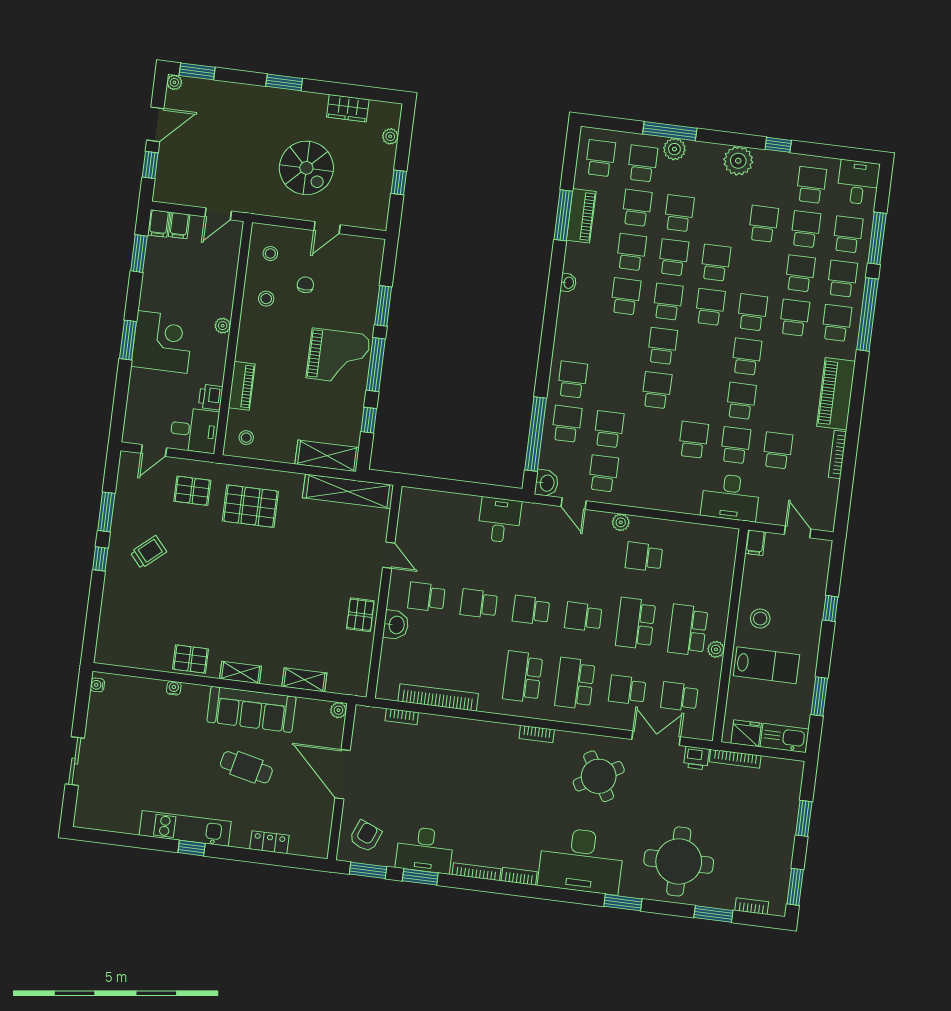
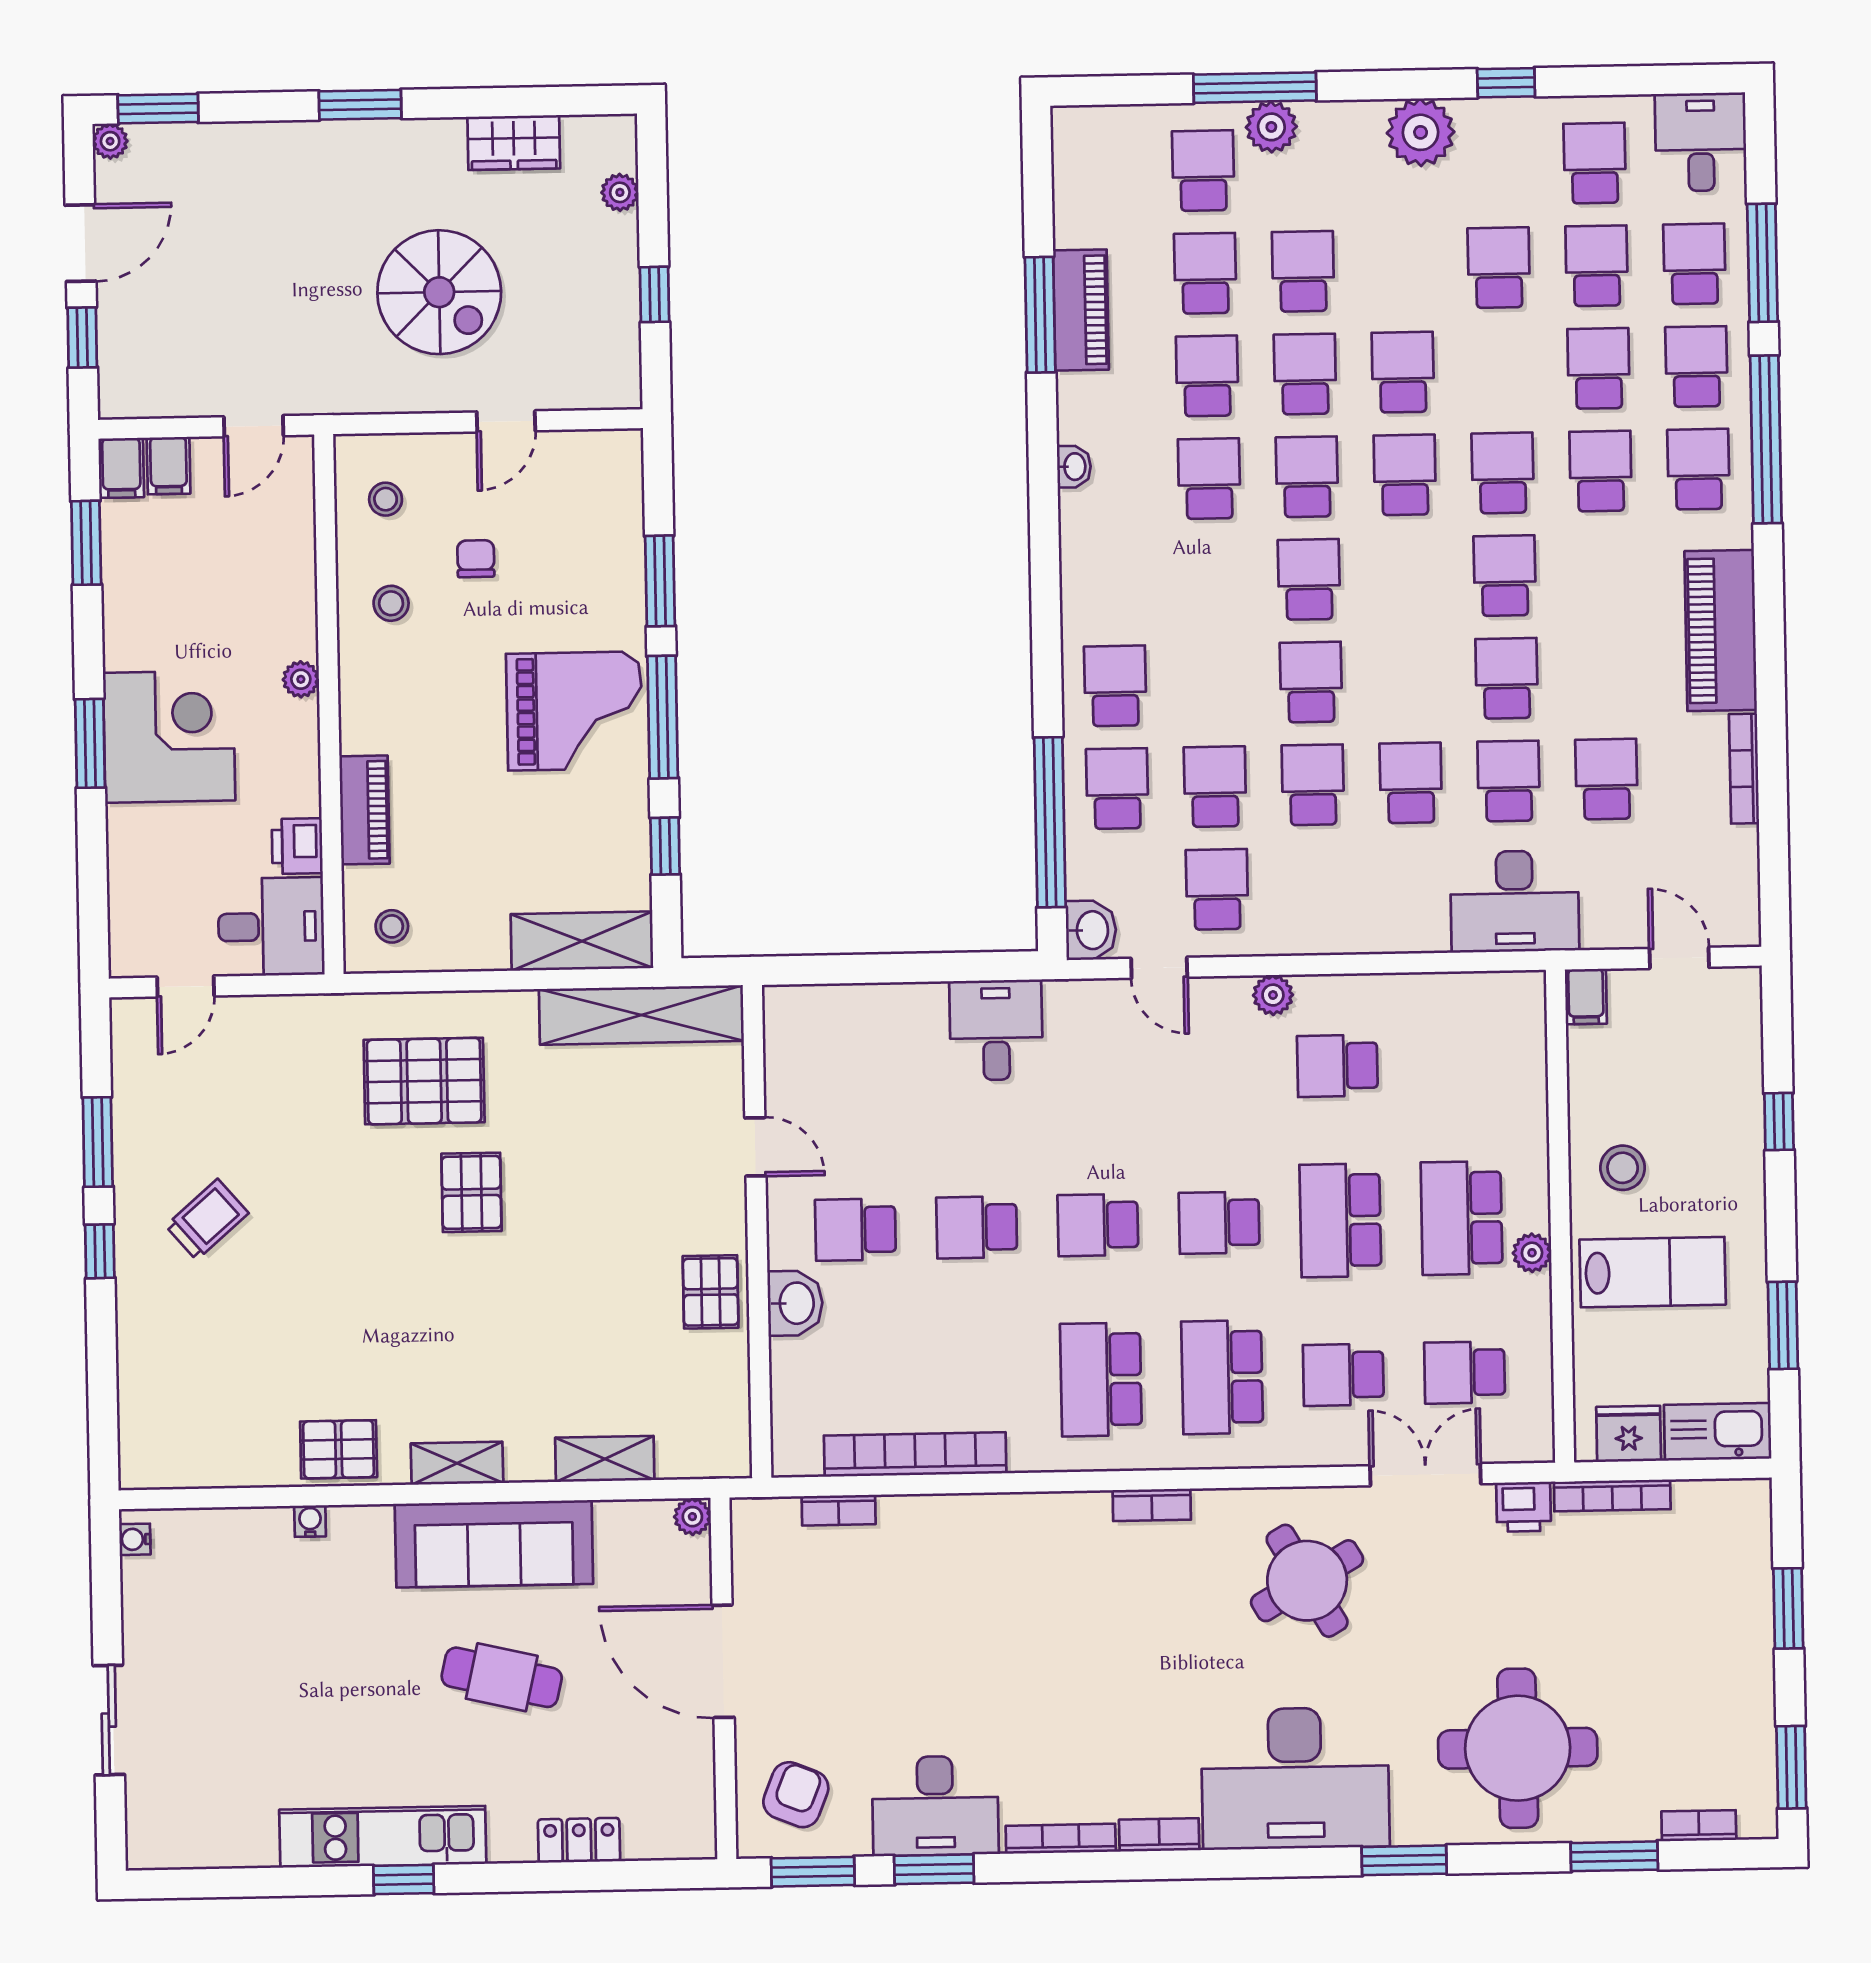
school desk: (600, 158) -> (1313, 785), moved
pallet: (192, 491) -> (471, 1192), moved, turned 90

